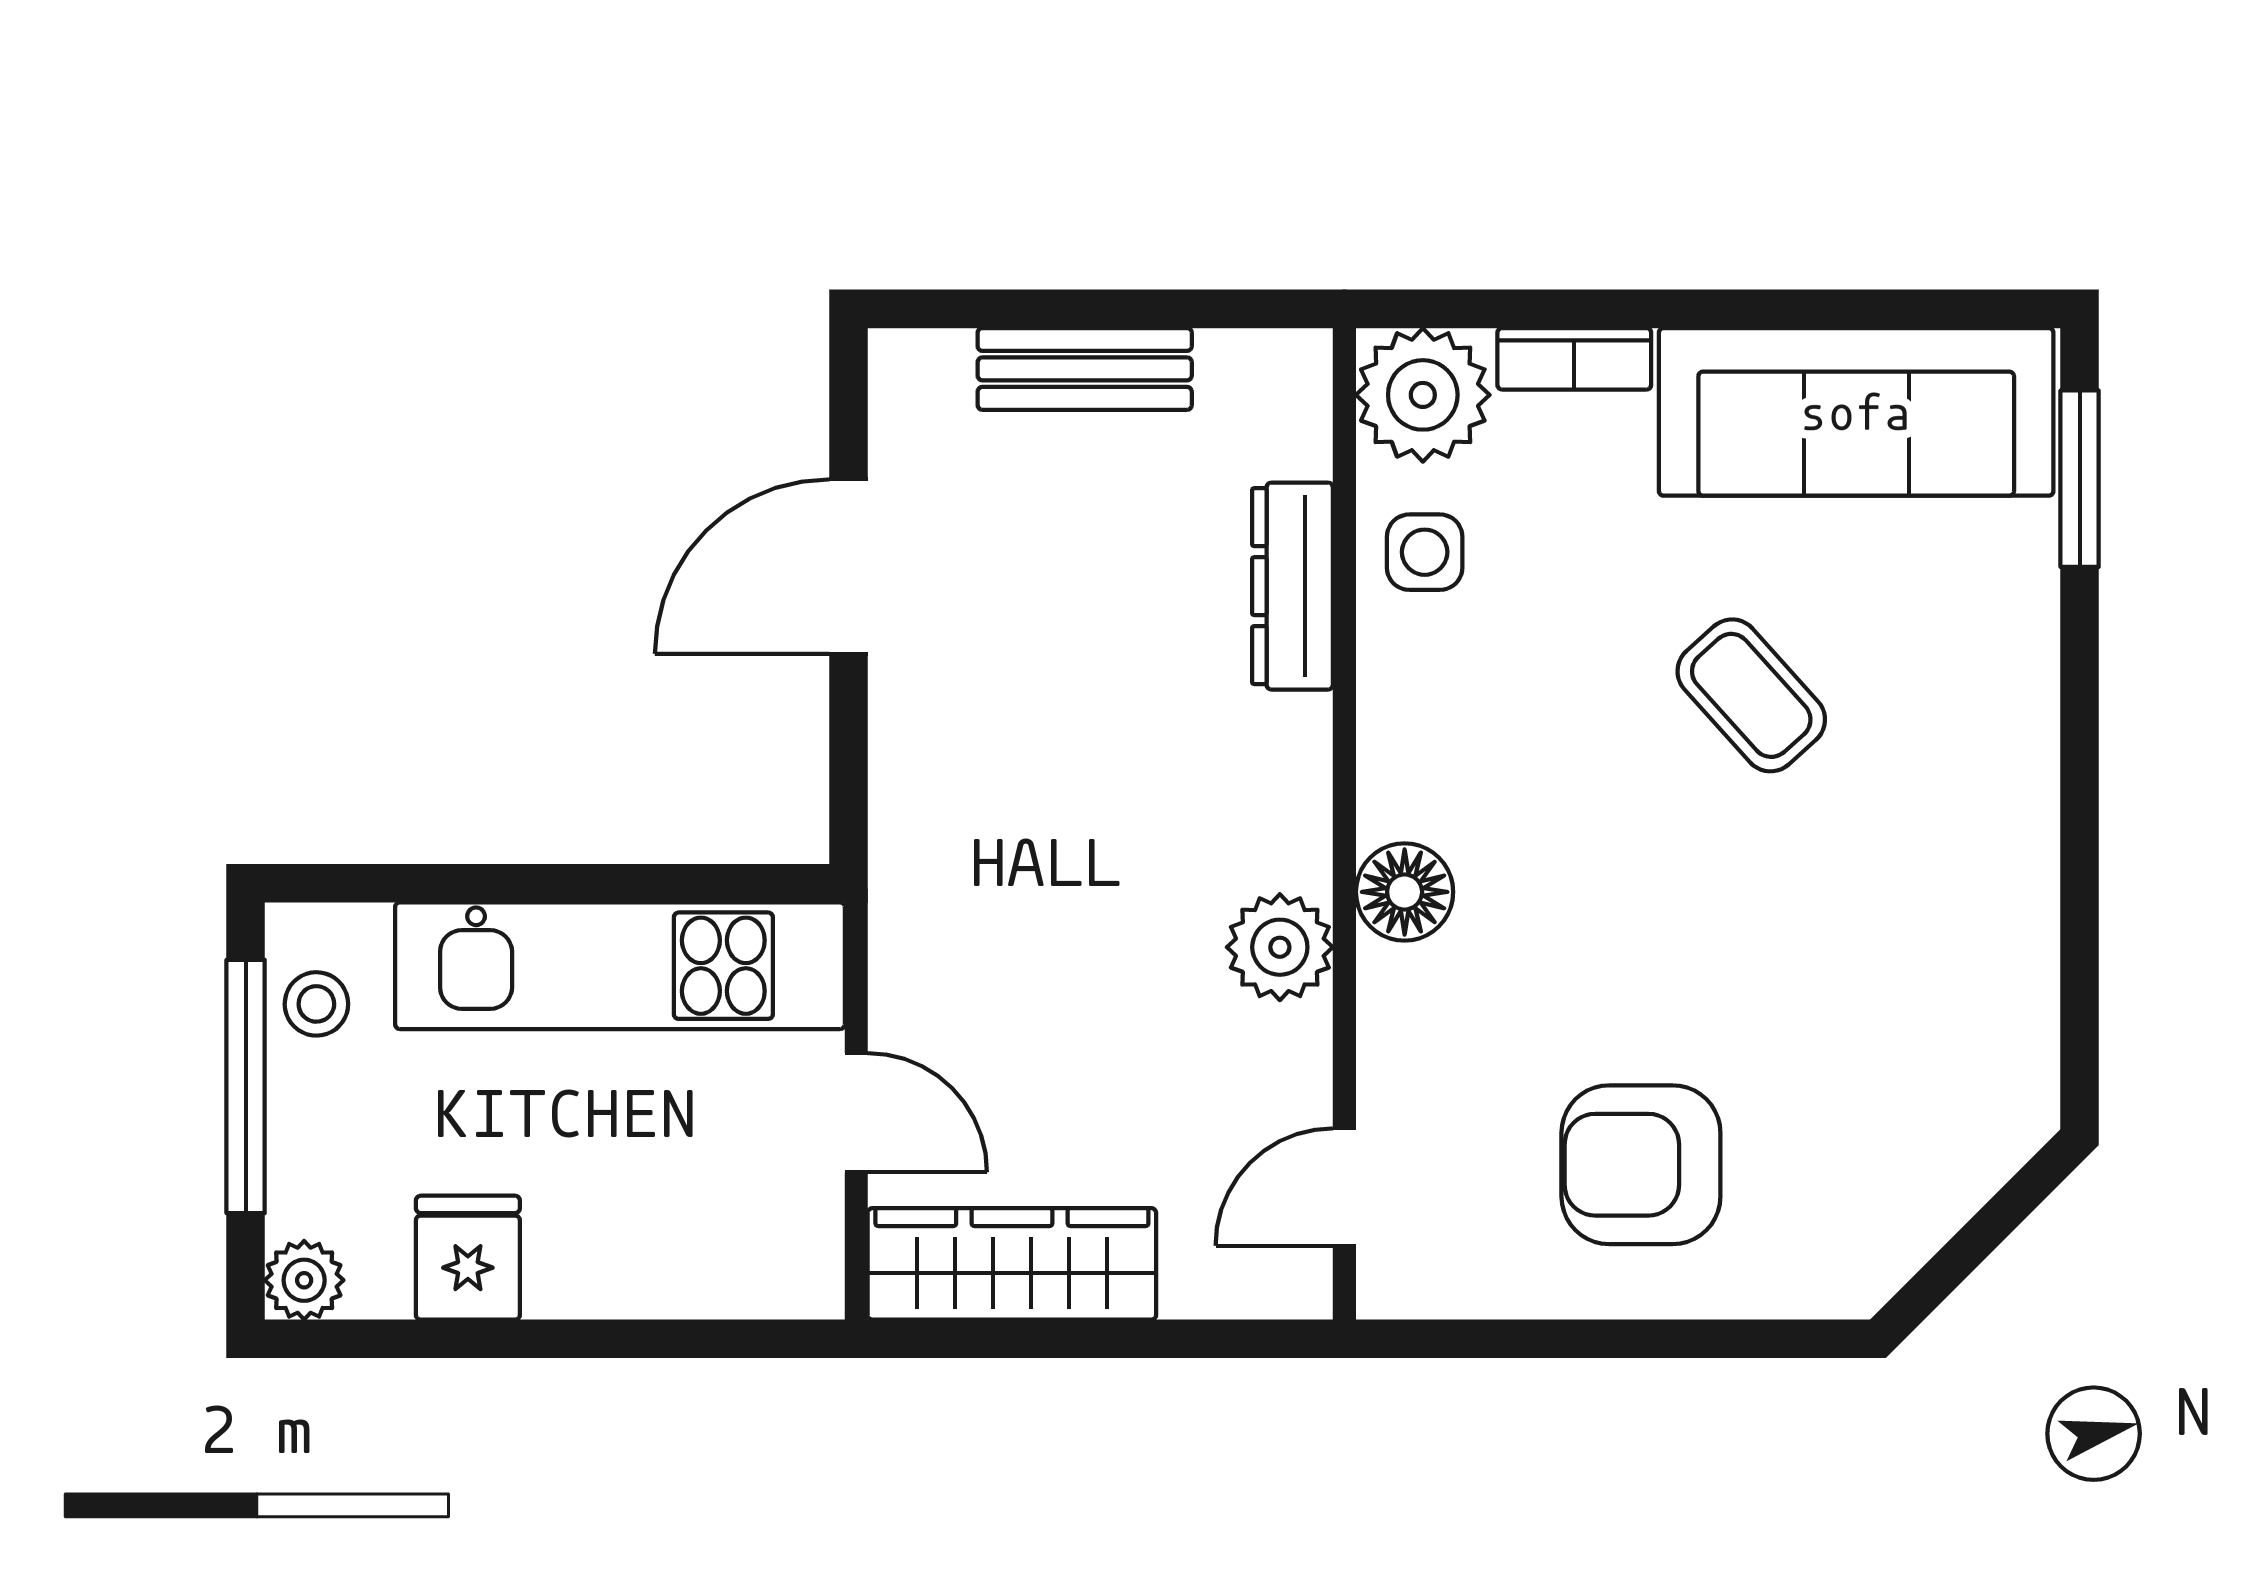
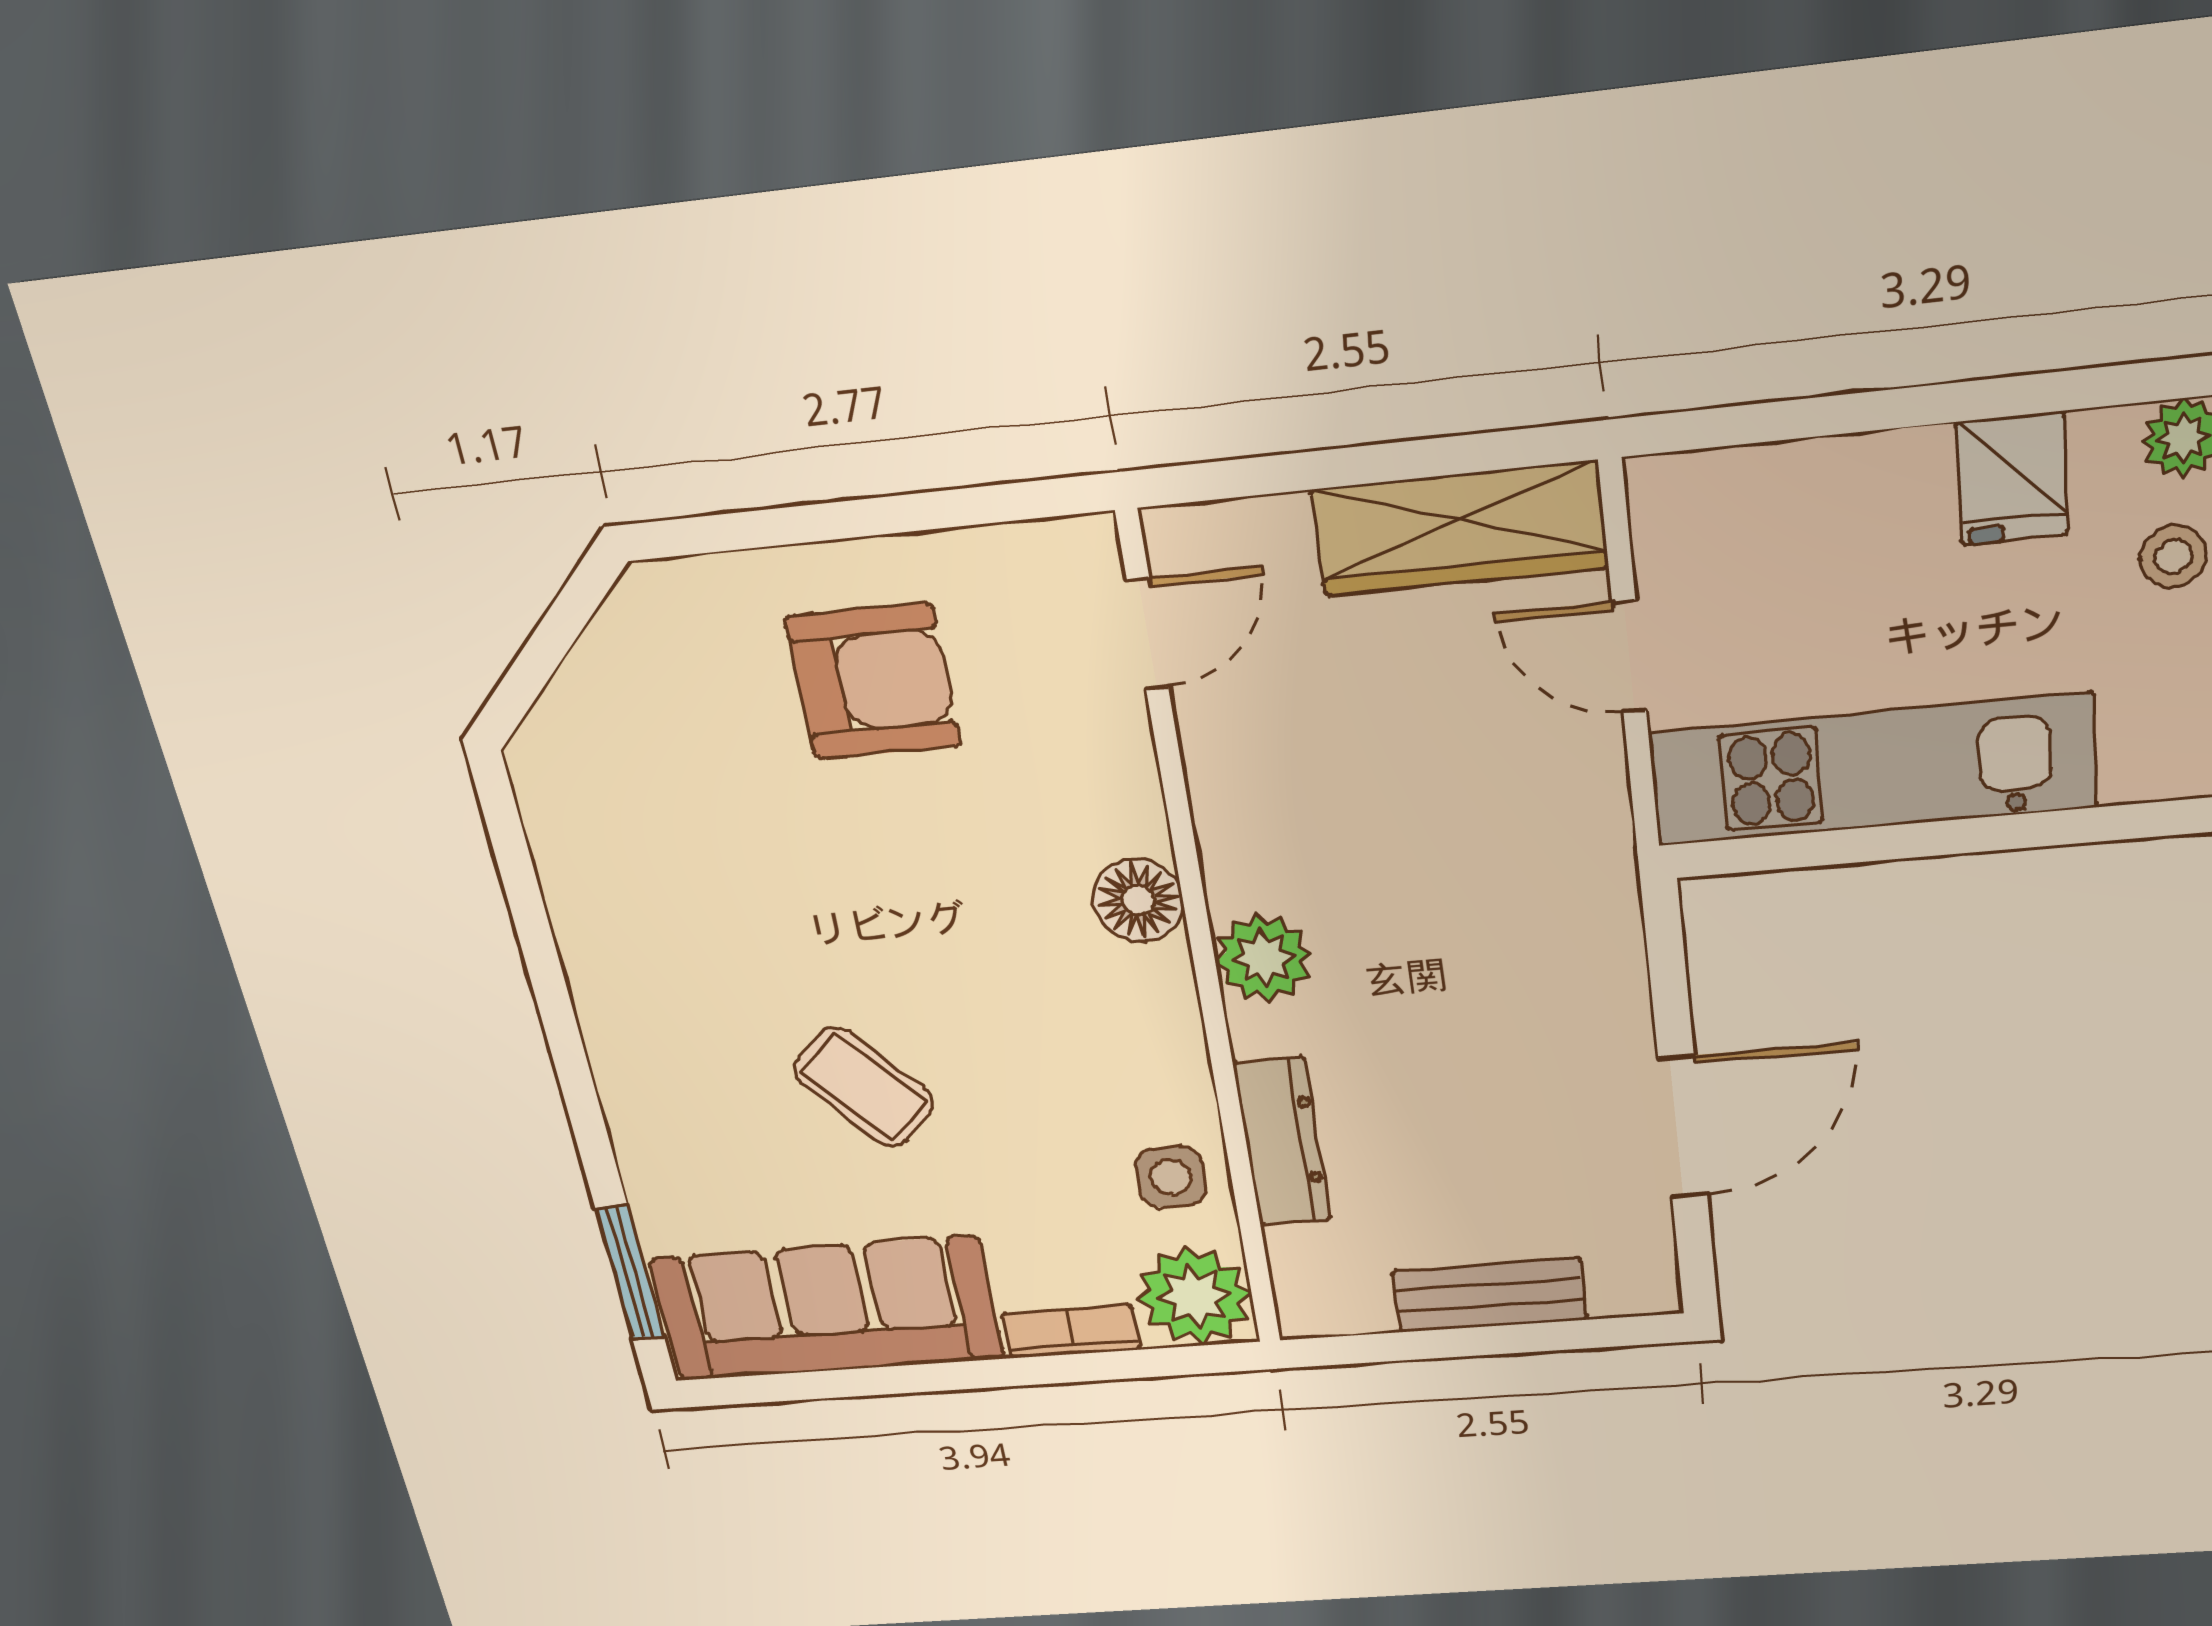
plant: (1280, 947) -> (1263, 958), moved
stool: (316, 1004) -> (2173, 557), moved

